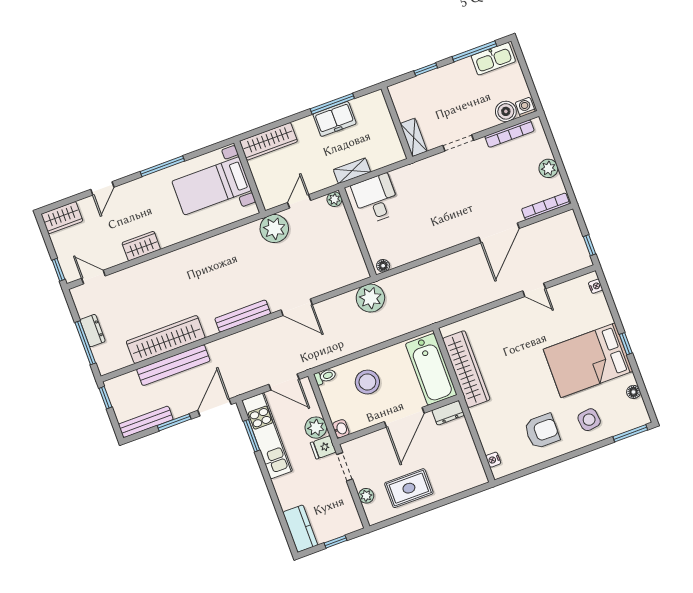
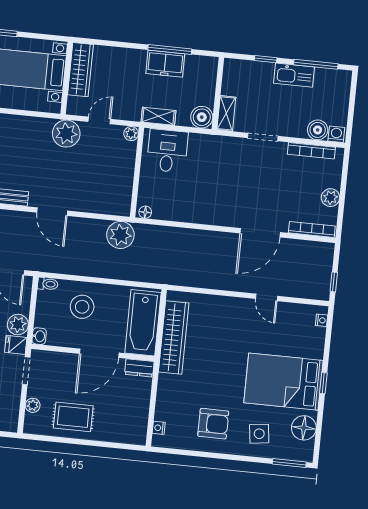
kitchen sink: (493, 59) -> (294, 75), moved
wardrobe: (269, 141) -> (80, 70), moved, turned -90
boiler: (393, 152) -> (202, 117), added
floor lamp: (633, 392) -> (304, 428), width x1.89, depth x1.89

